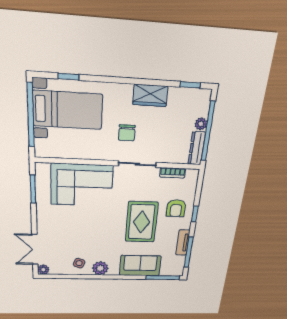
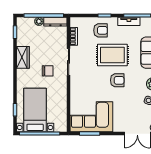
corner sofa: (82, 185) -> (91, 117), moved, turned -90
armchair: (107, 227) -> (117, 80), added

